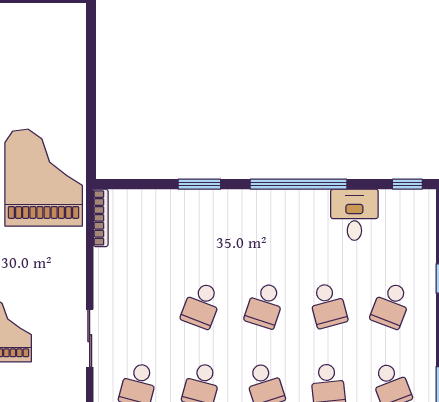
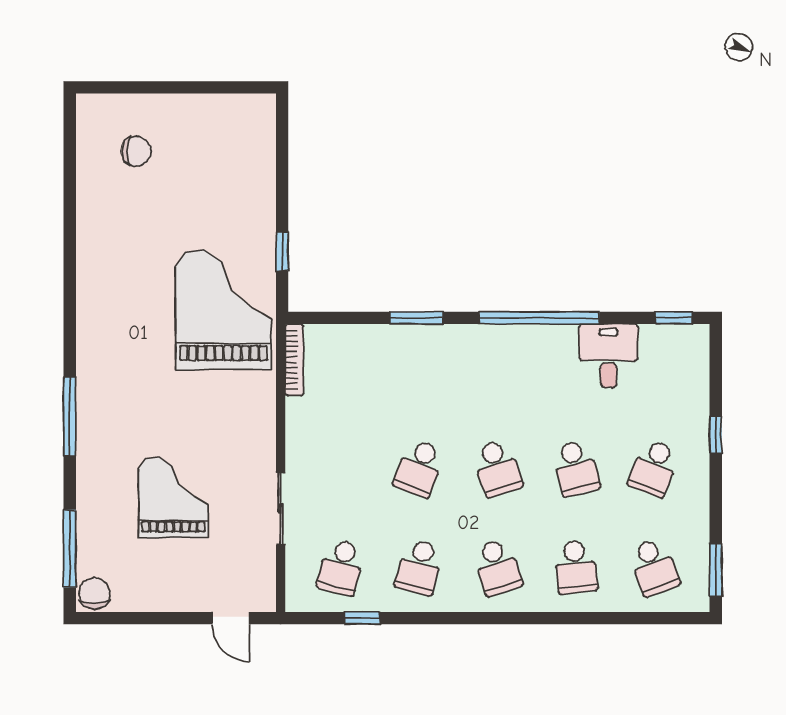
window: (91, 131) -> (282, 251), added
school desk: (265, 305) -> (497, 468), turned -36

